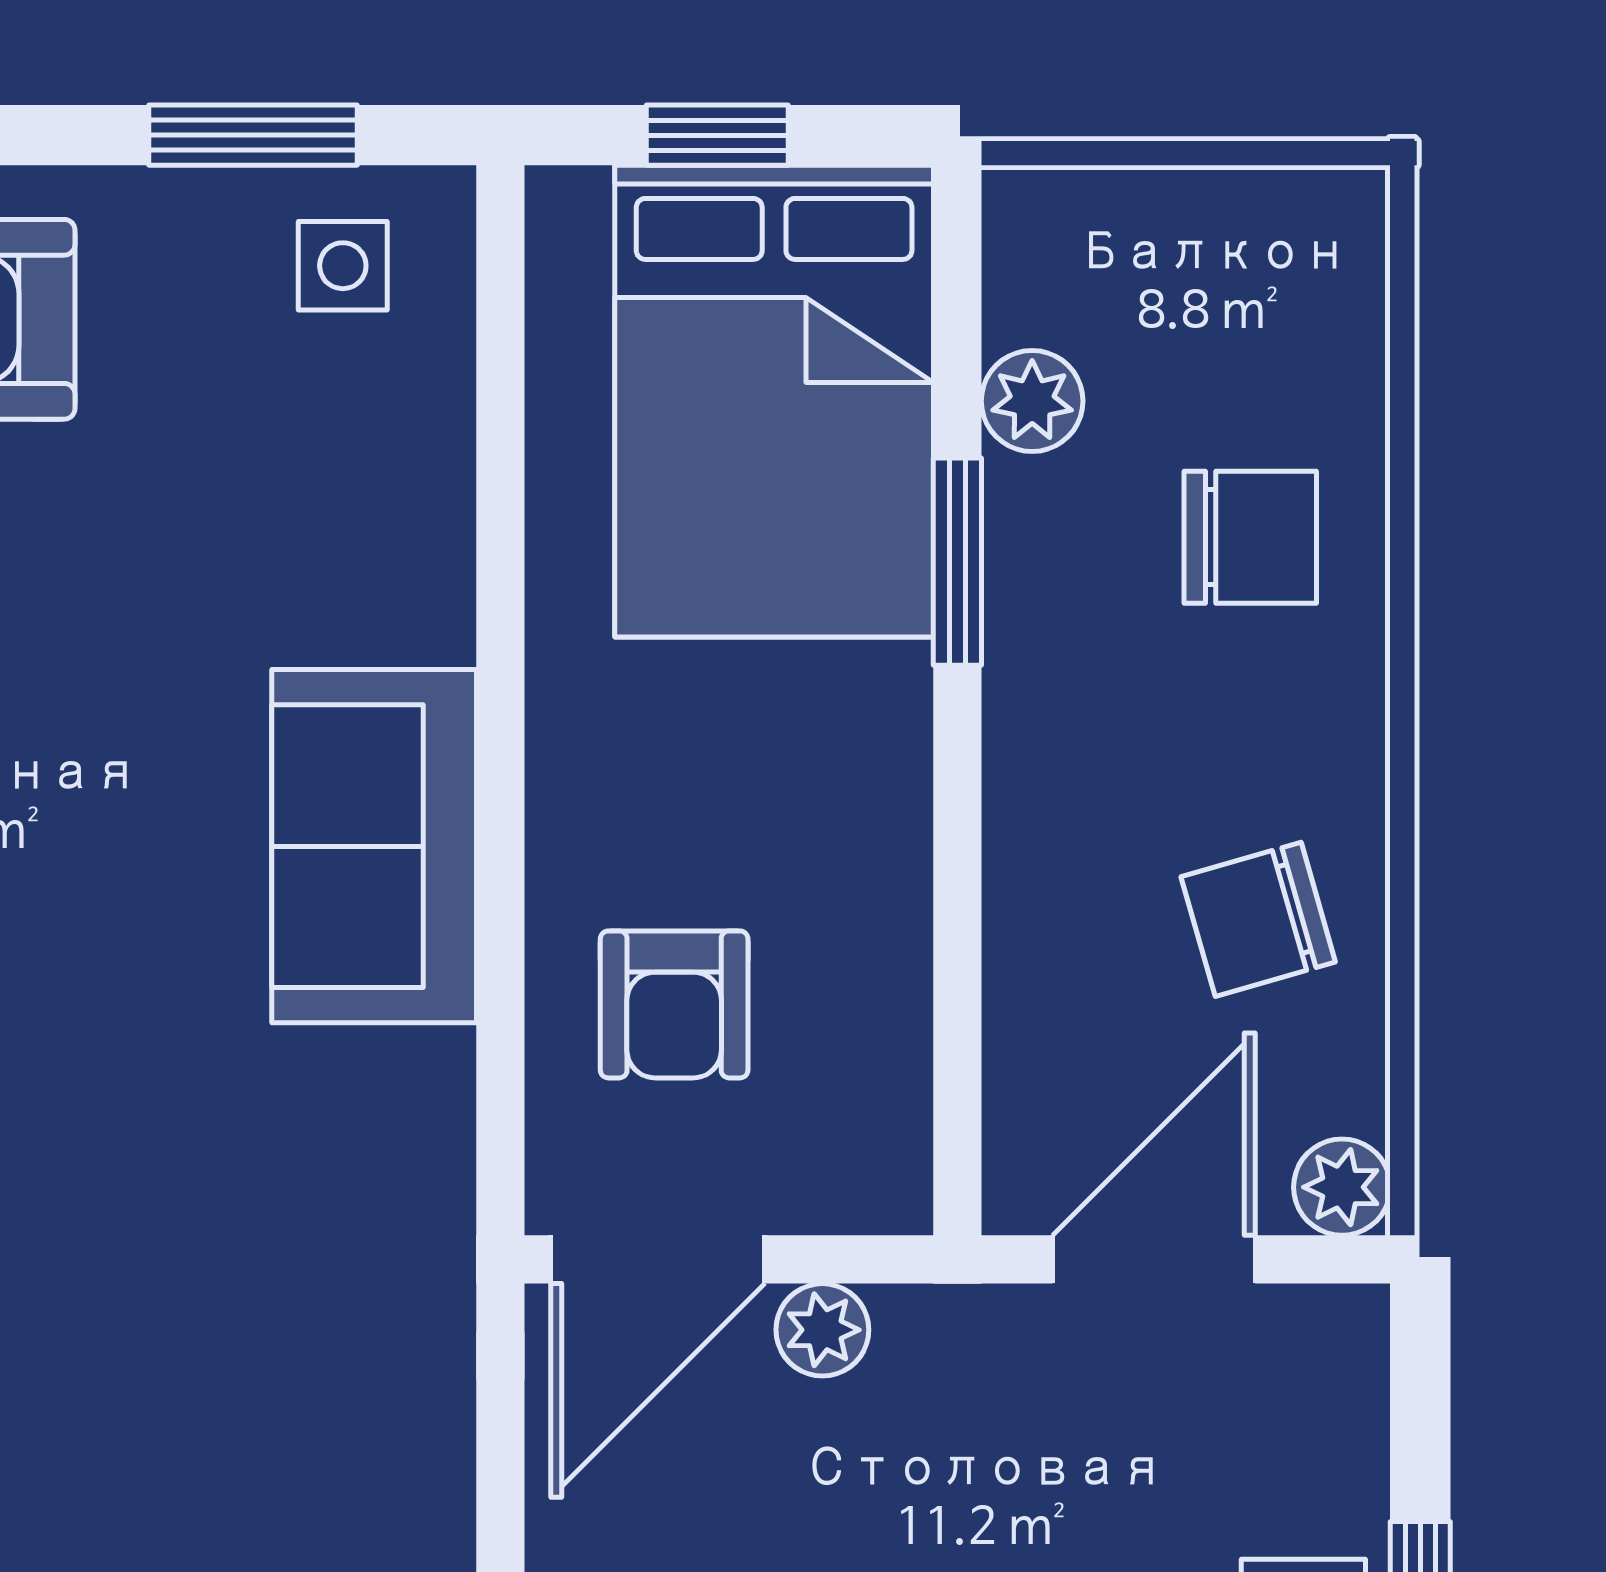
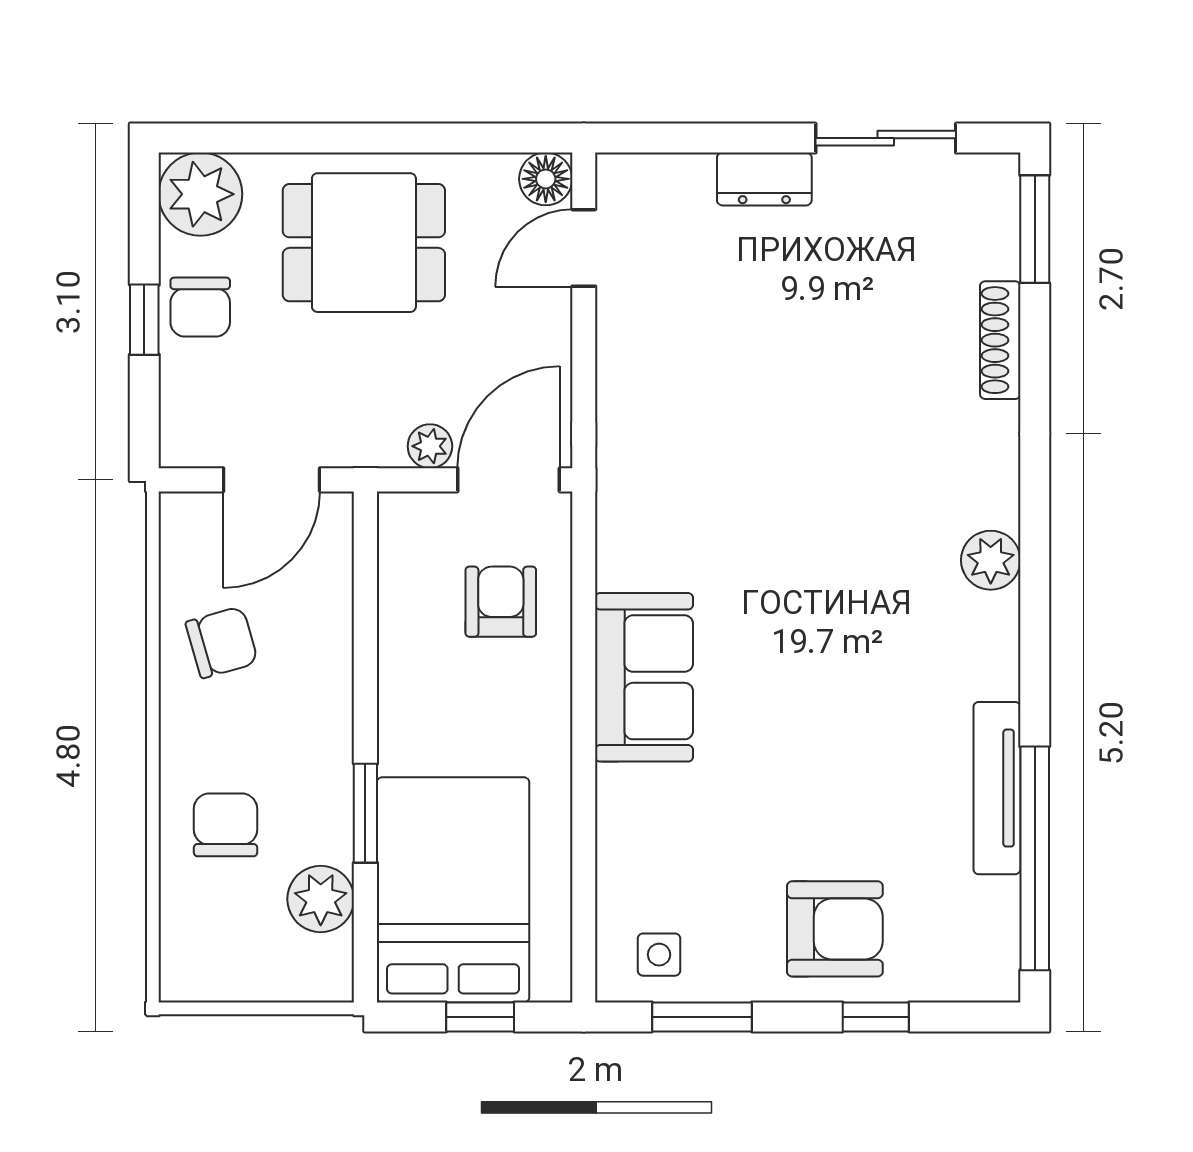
plant: (1032, 401) -> (321, 899), width x1.38, depth x1.38
chair: (1250, 537) -> (226, 825), turned 90
plant: (1342, 1187) -> (182, 514), removed

